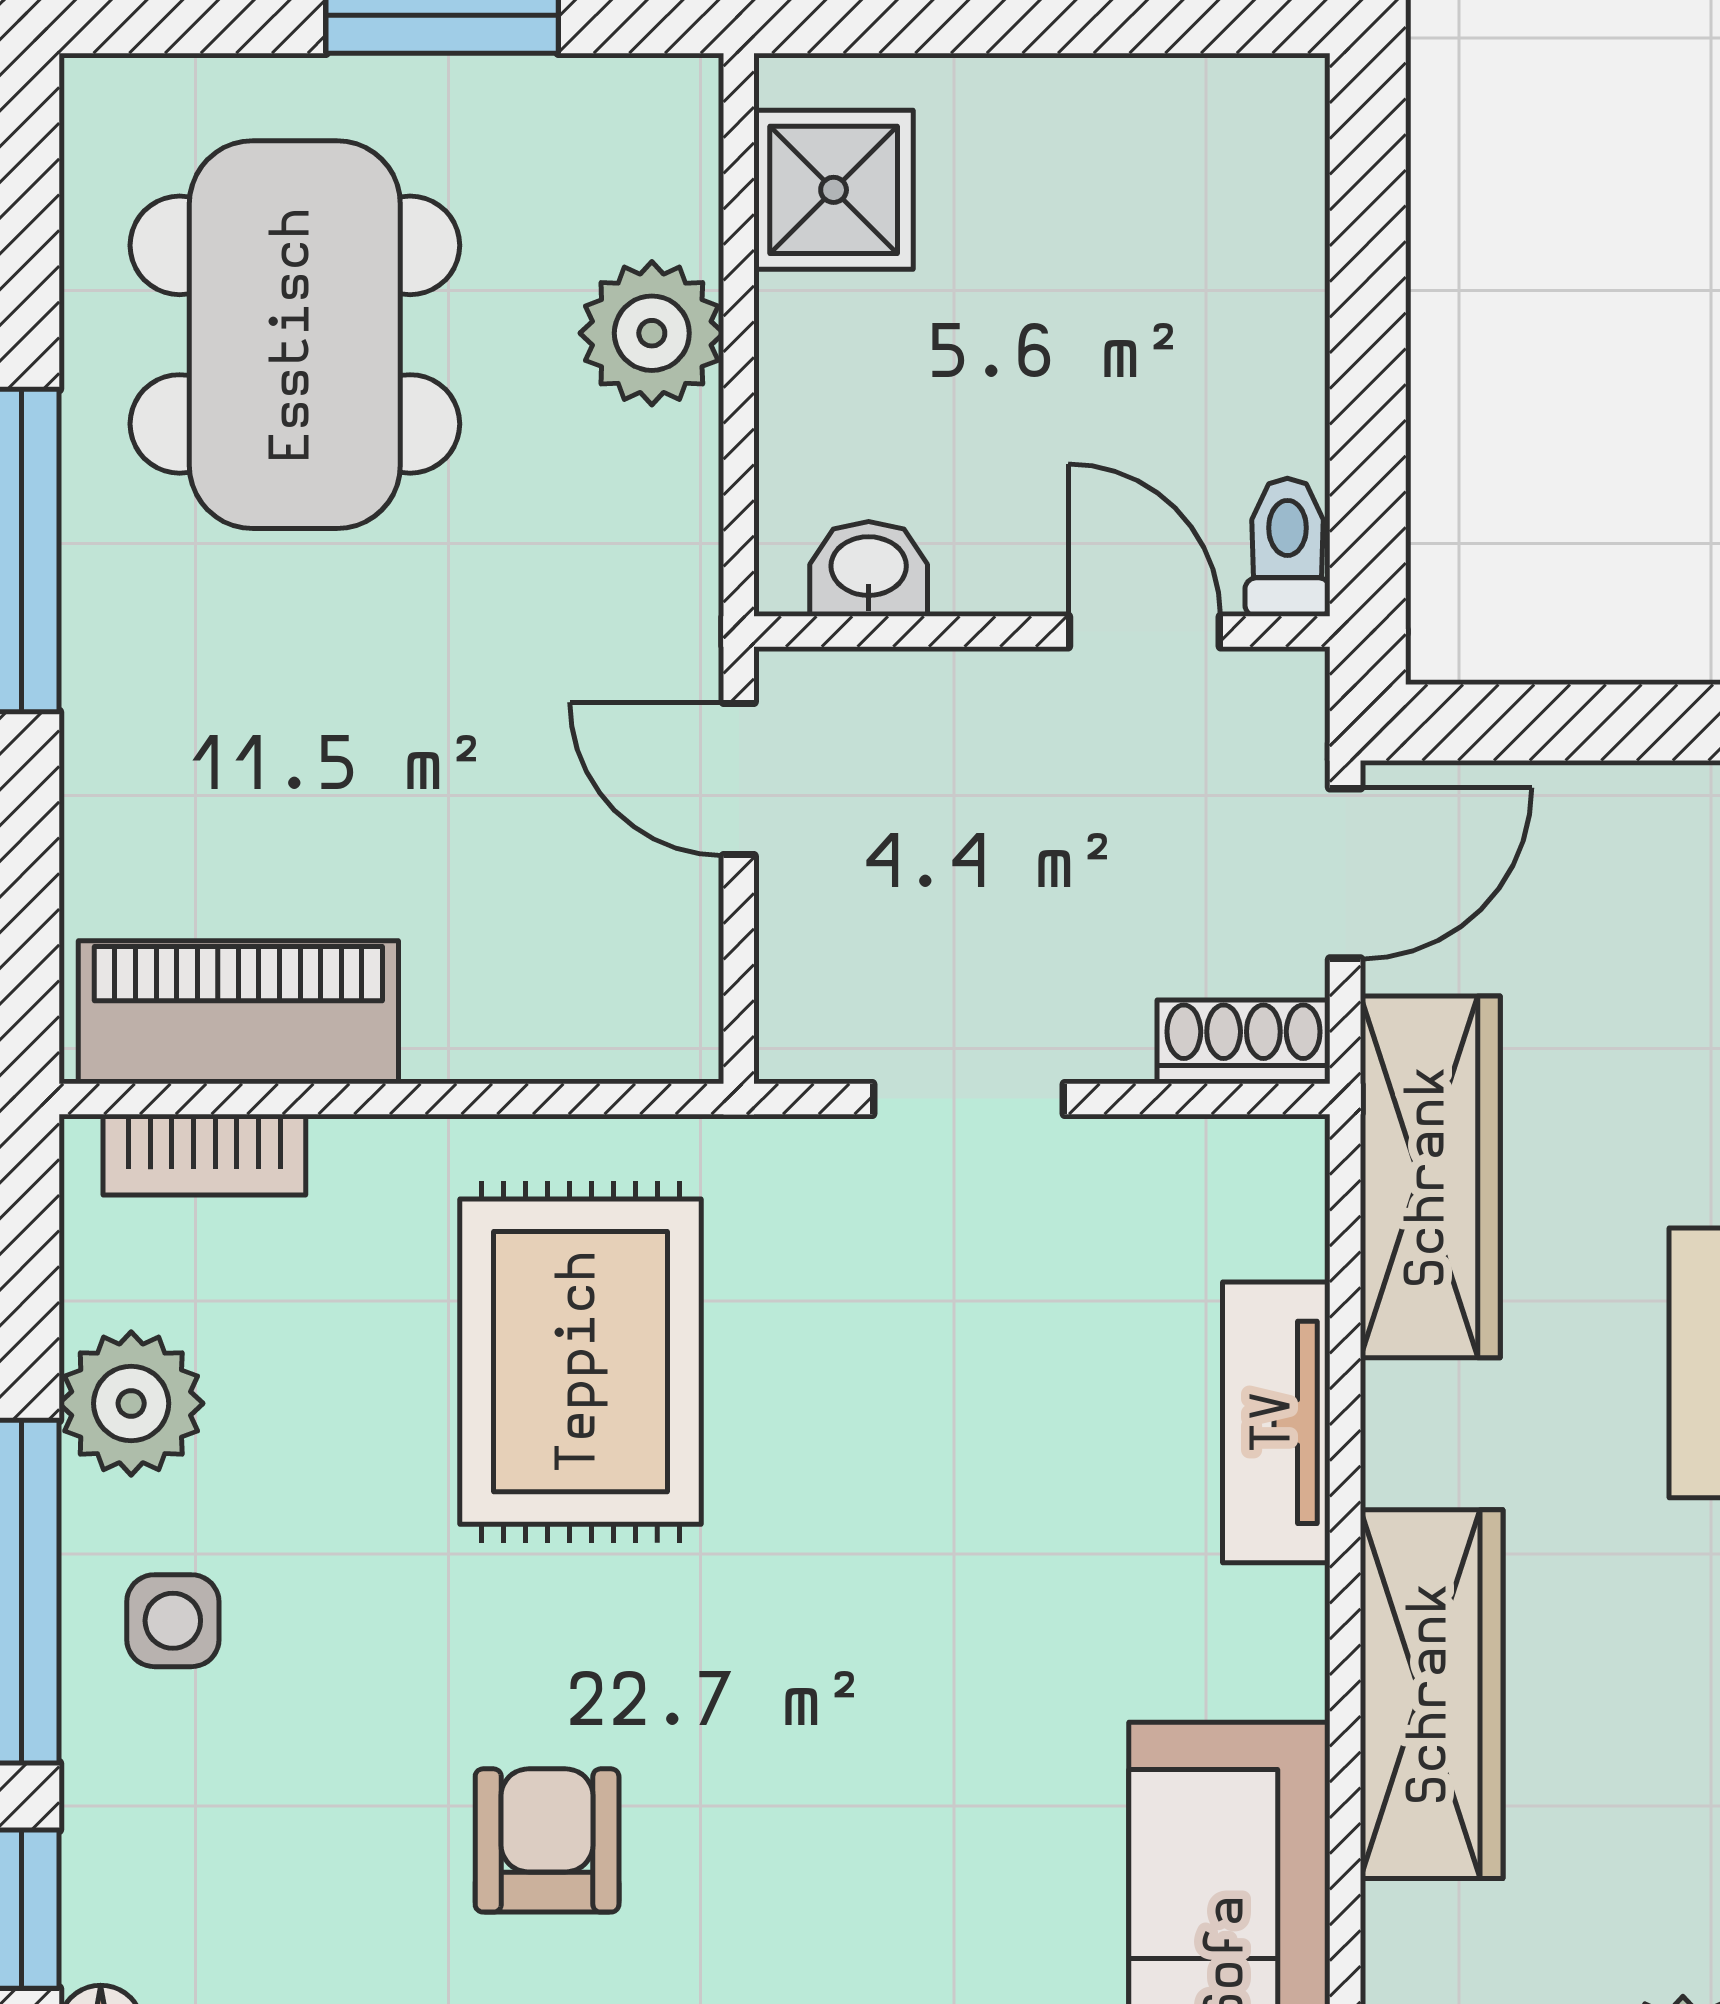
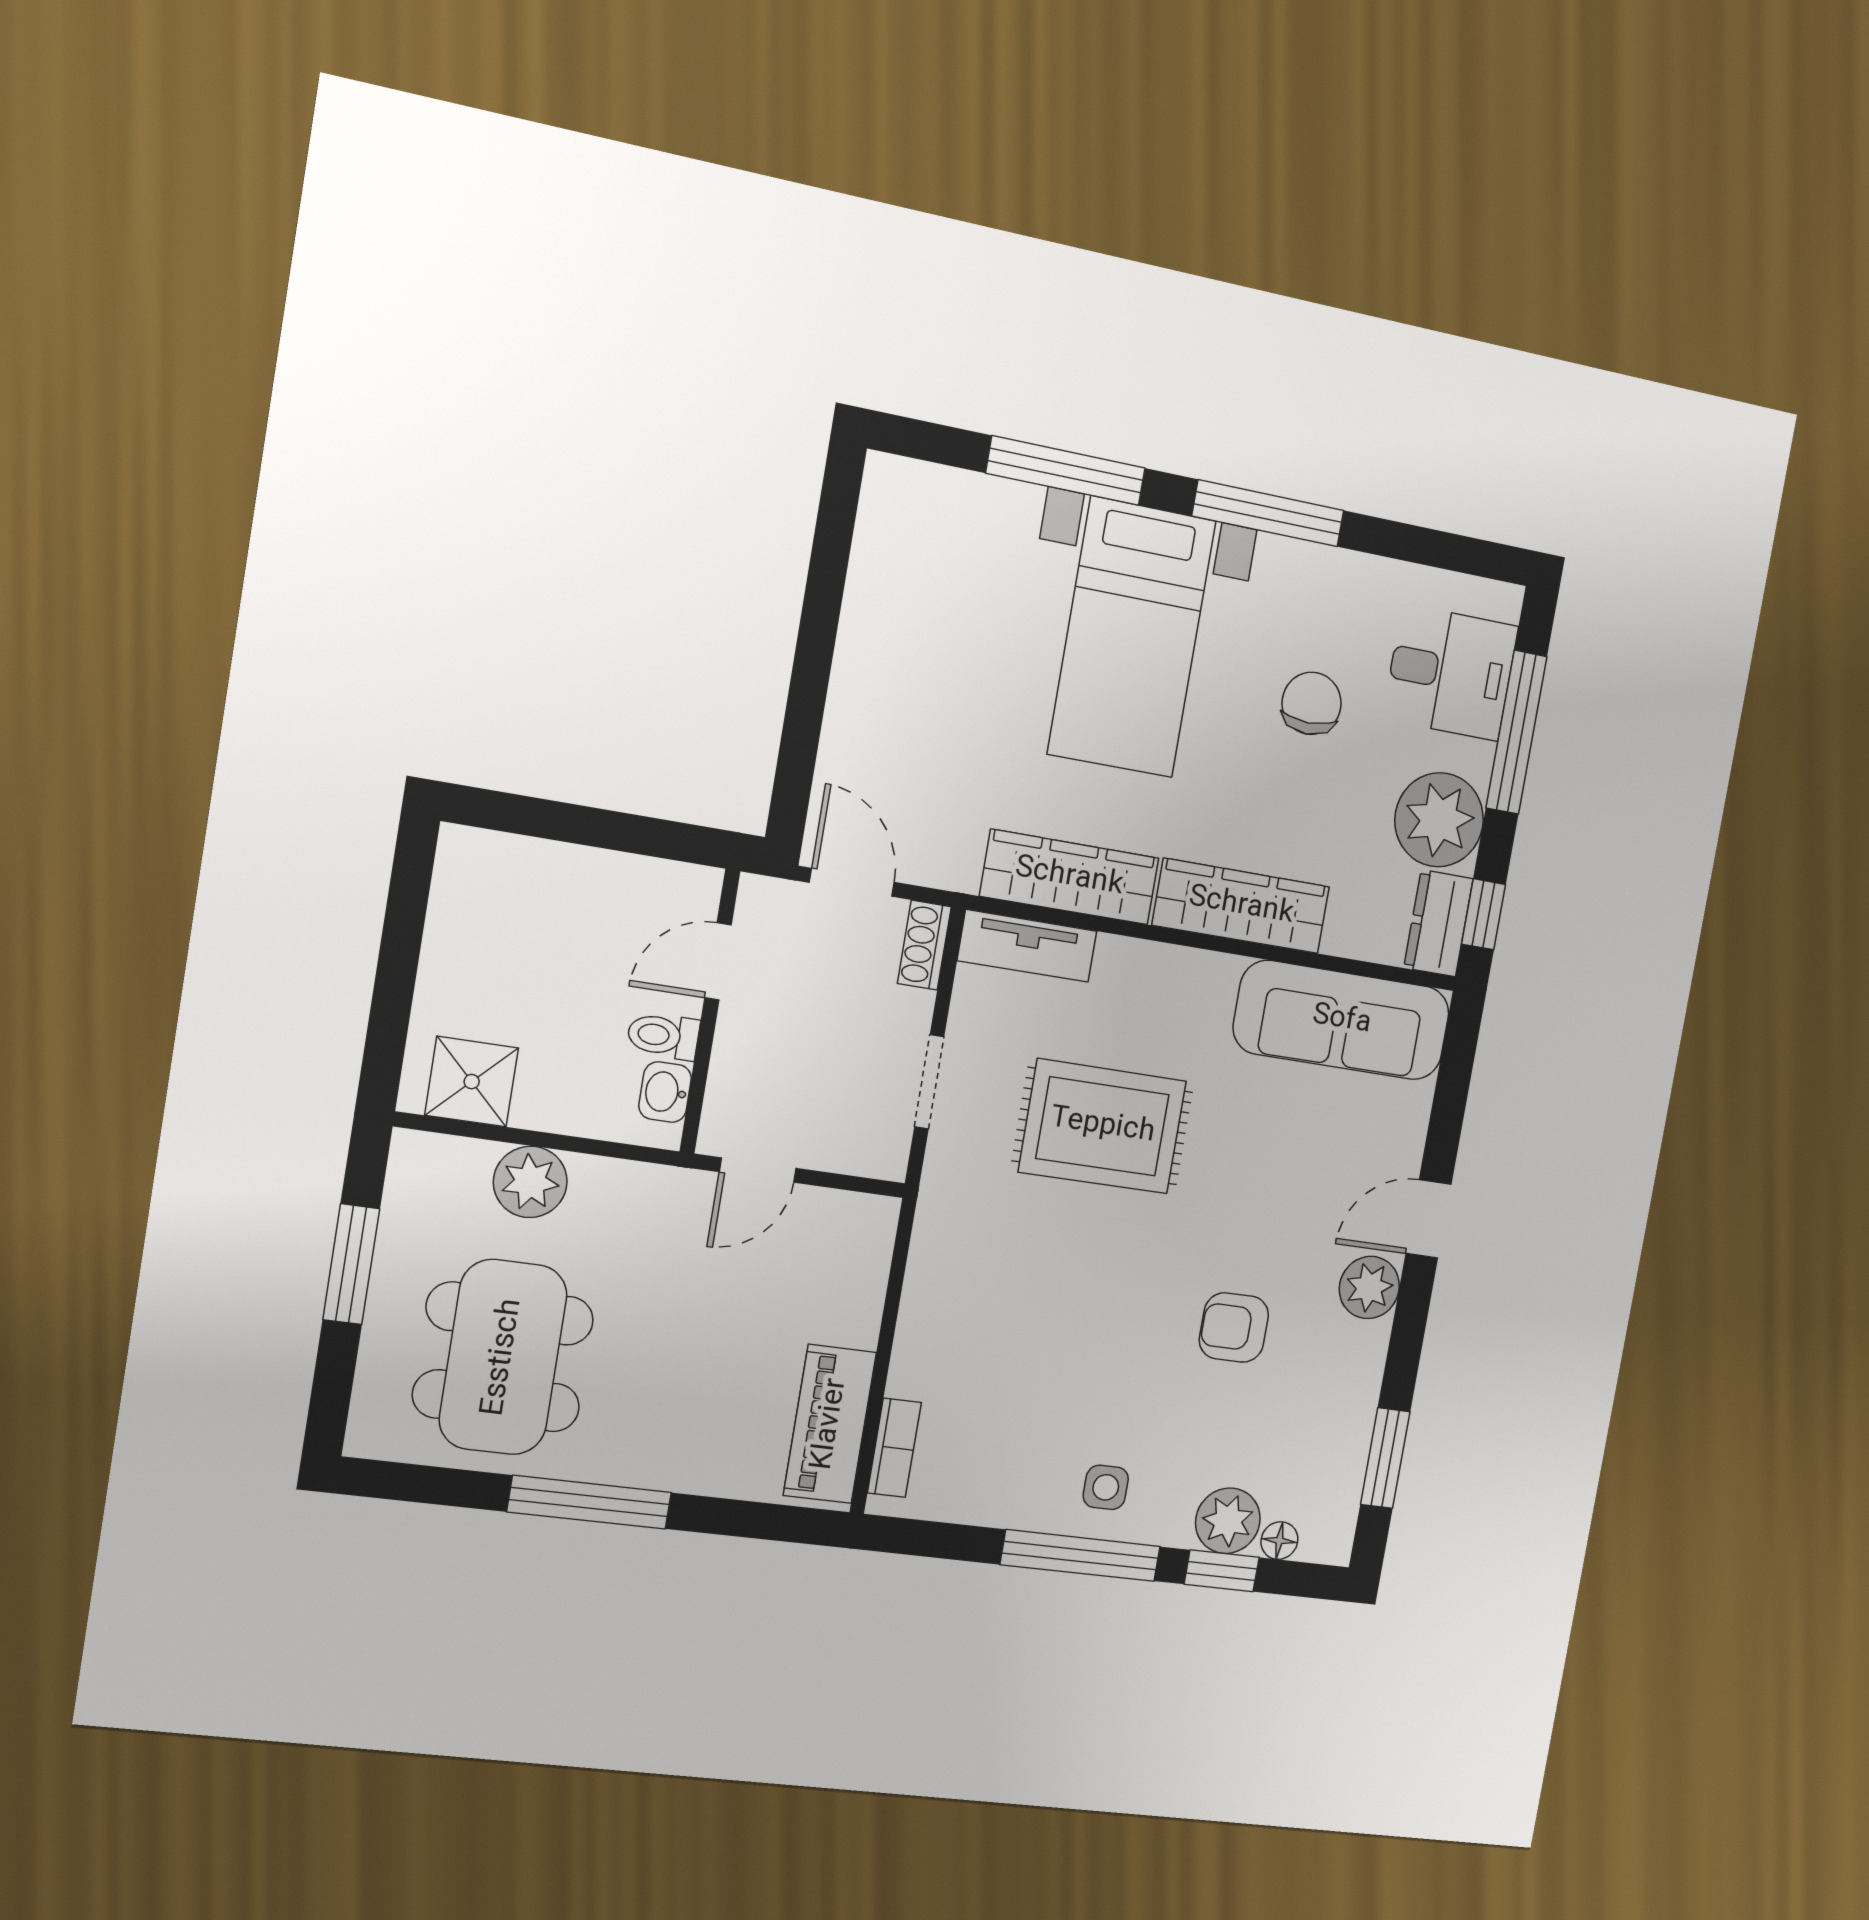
dining table: (295, 335) -> (503, 1357), turned 90
toilet: (1287, 547) -> (663, 1036), moved
wardrobe: (1430, 1177) -> (1069, 877), moved
rug: (581, 1362) -> (1103, 1126), moved
plant: (131, 1403) -> (1228, 1521), moved
tv unit: (1276, 1422) -> (1027, 946), moved

